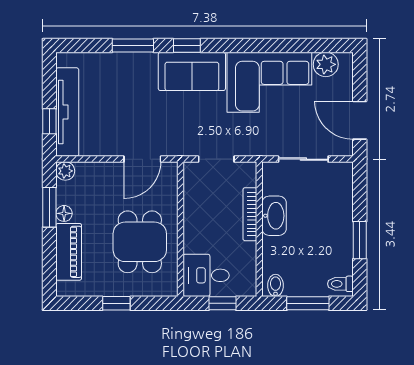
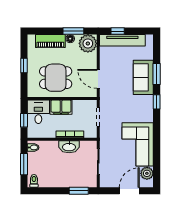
sofa: (192, 71) -> (143, 77), moved
door: (360, 120) -> (129, 191), moved
plant: (65, 171) -> (88, 43), width x1.87, depth x1.87
filing cabinet: (197, 231) -> (61, 107), added
window: (360, 240) -> (79, 191), moved

